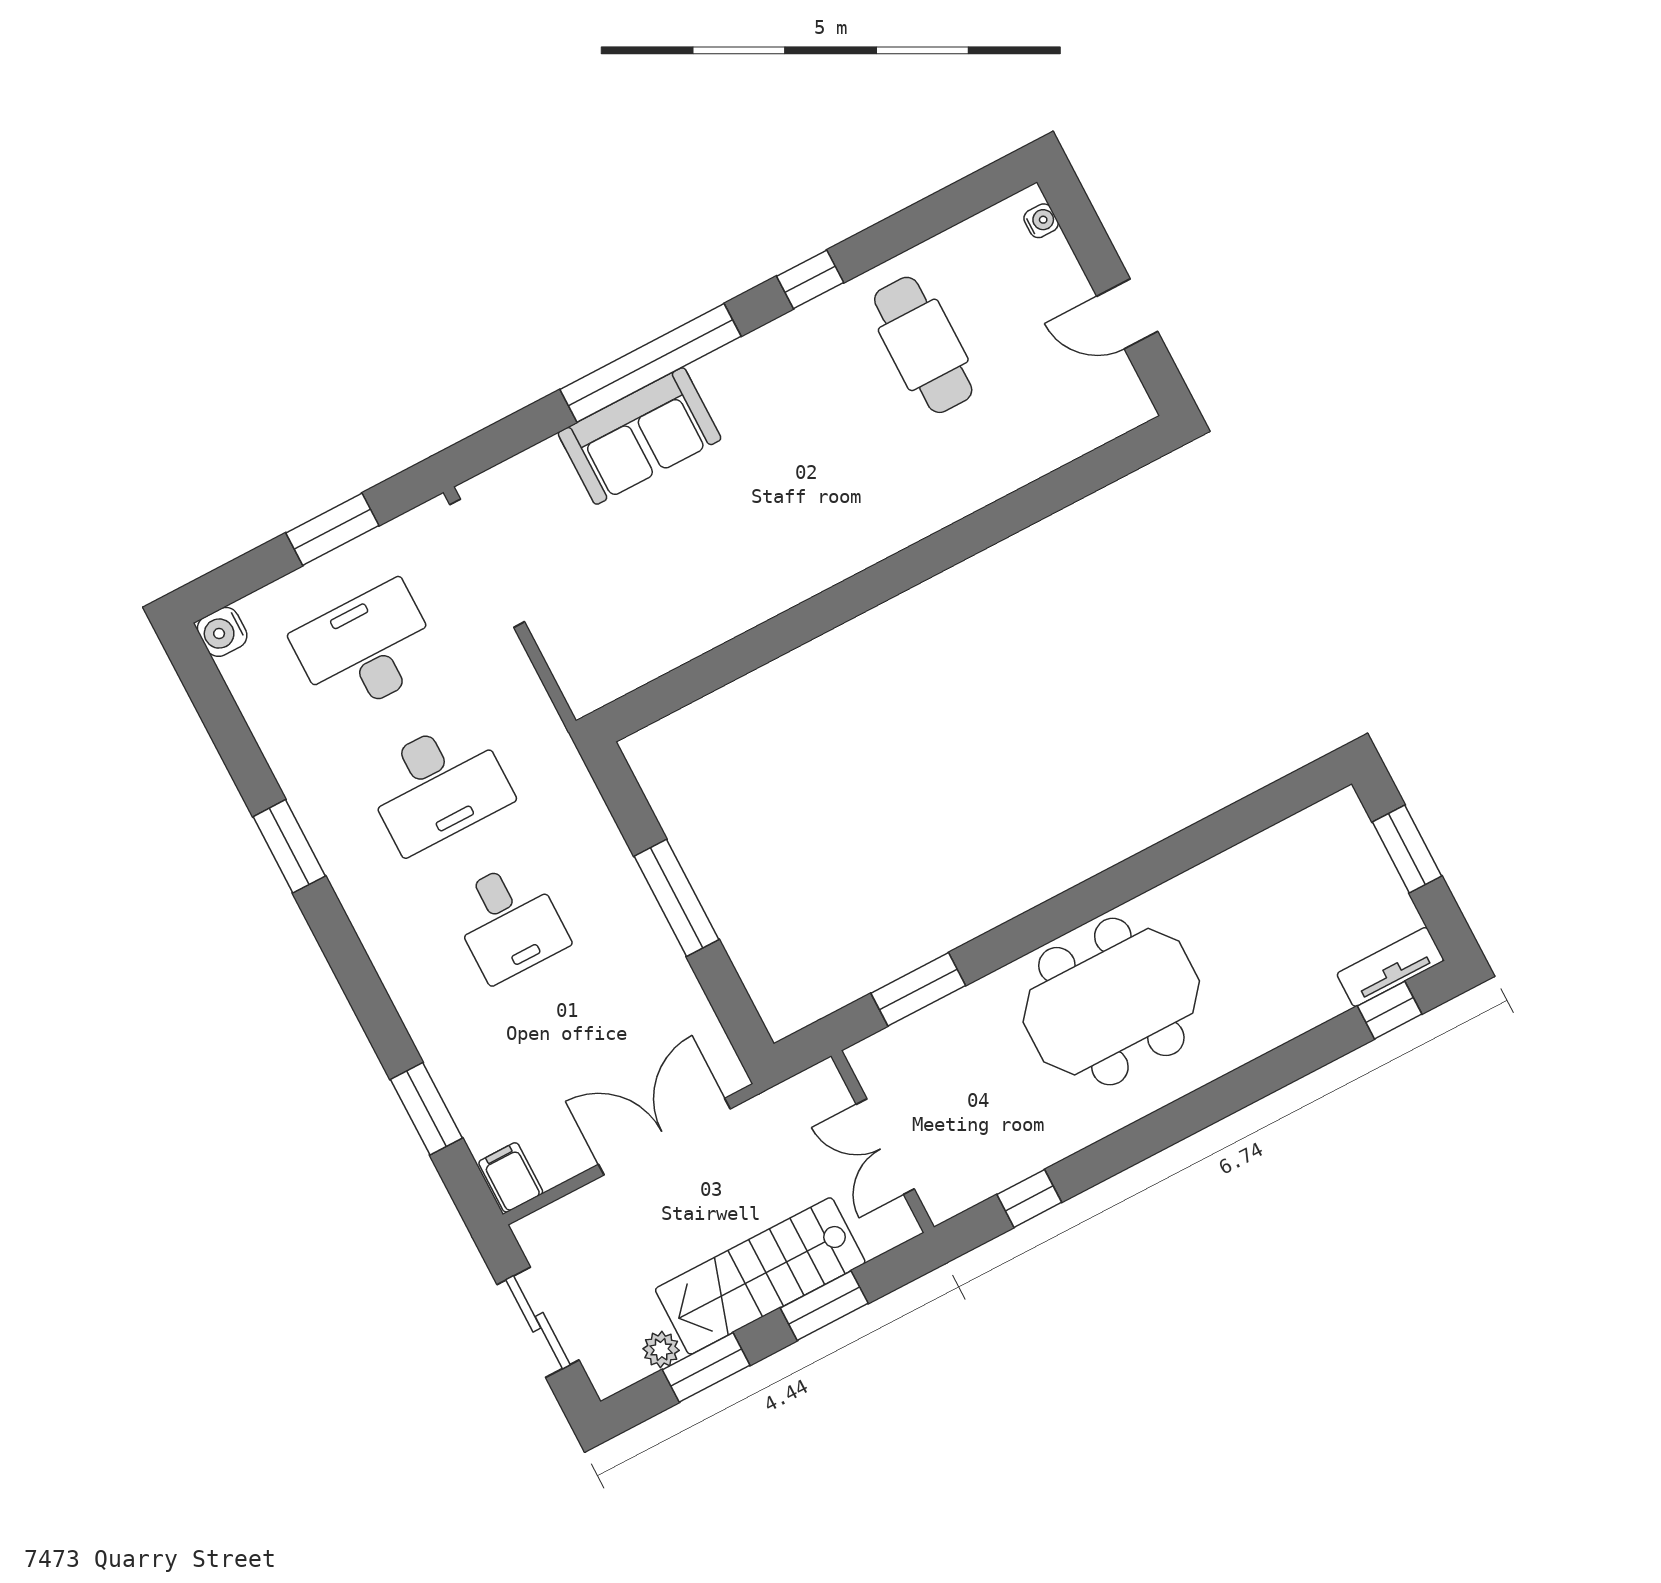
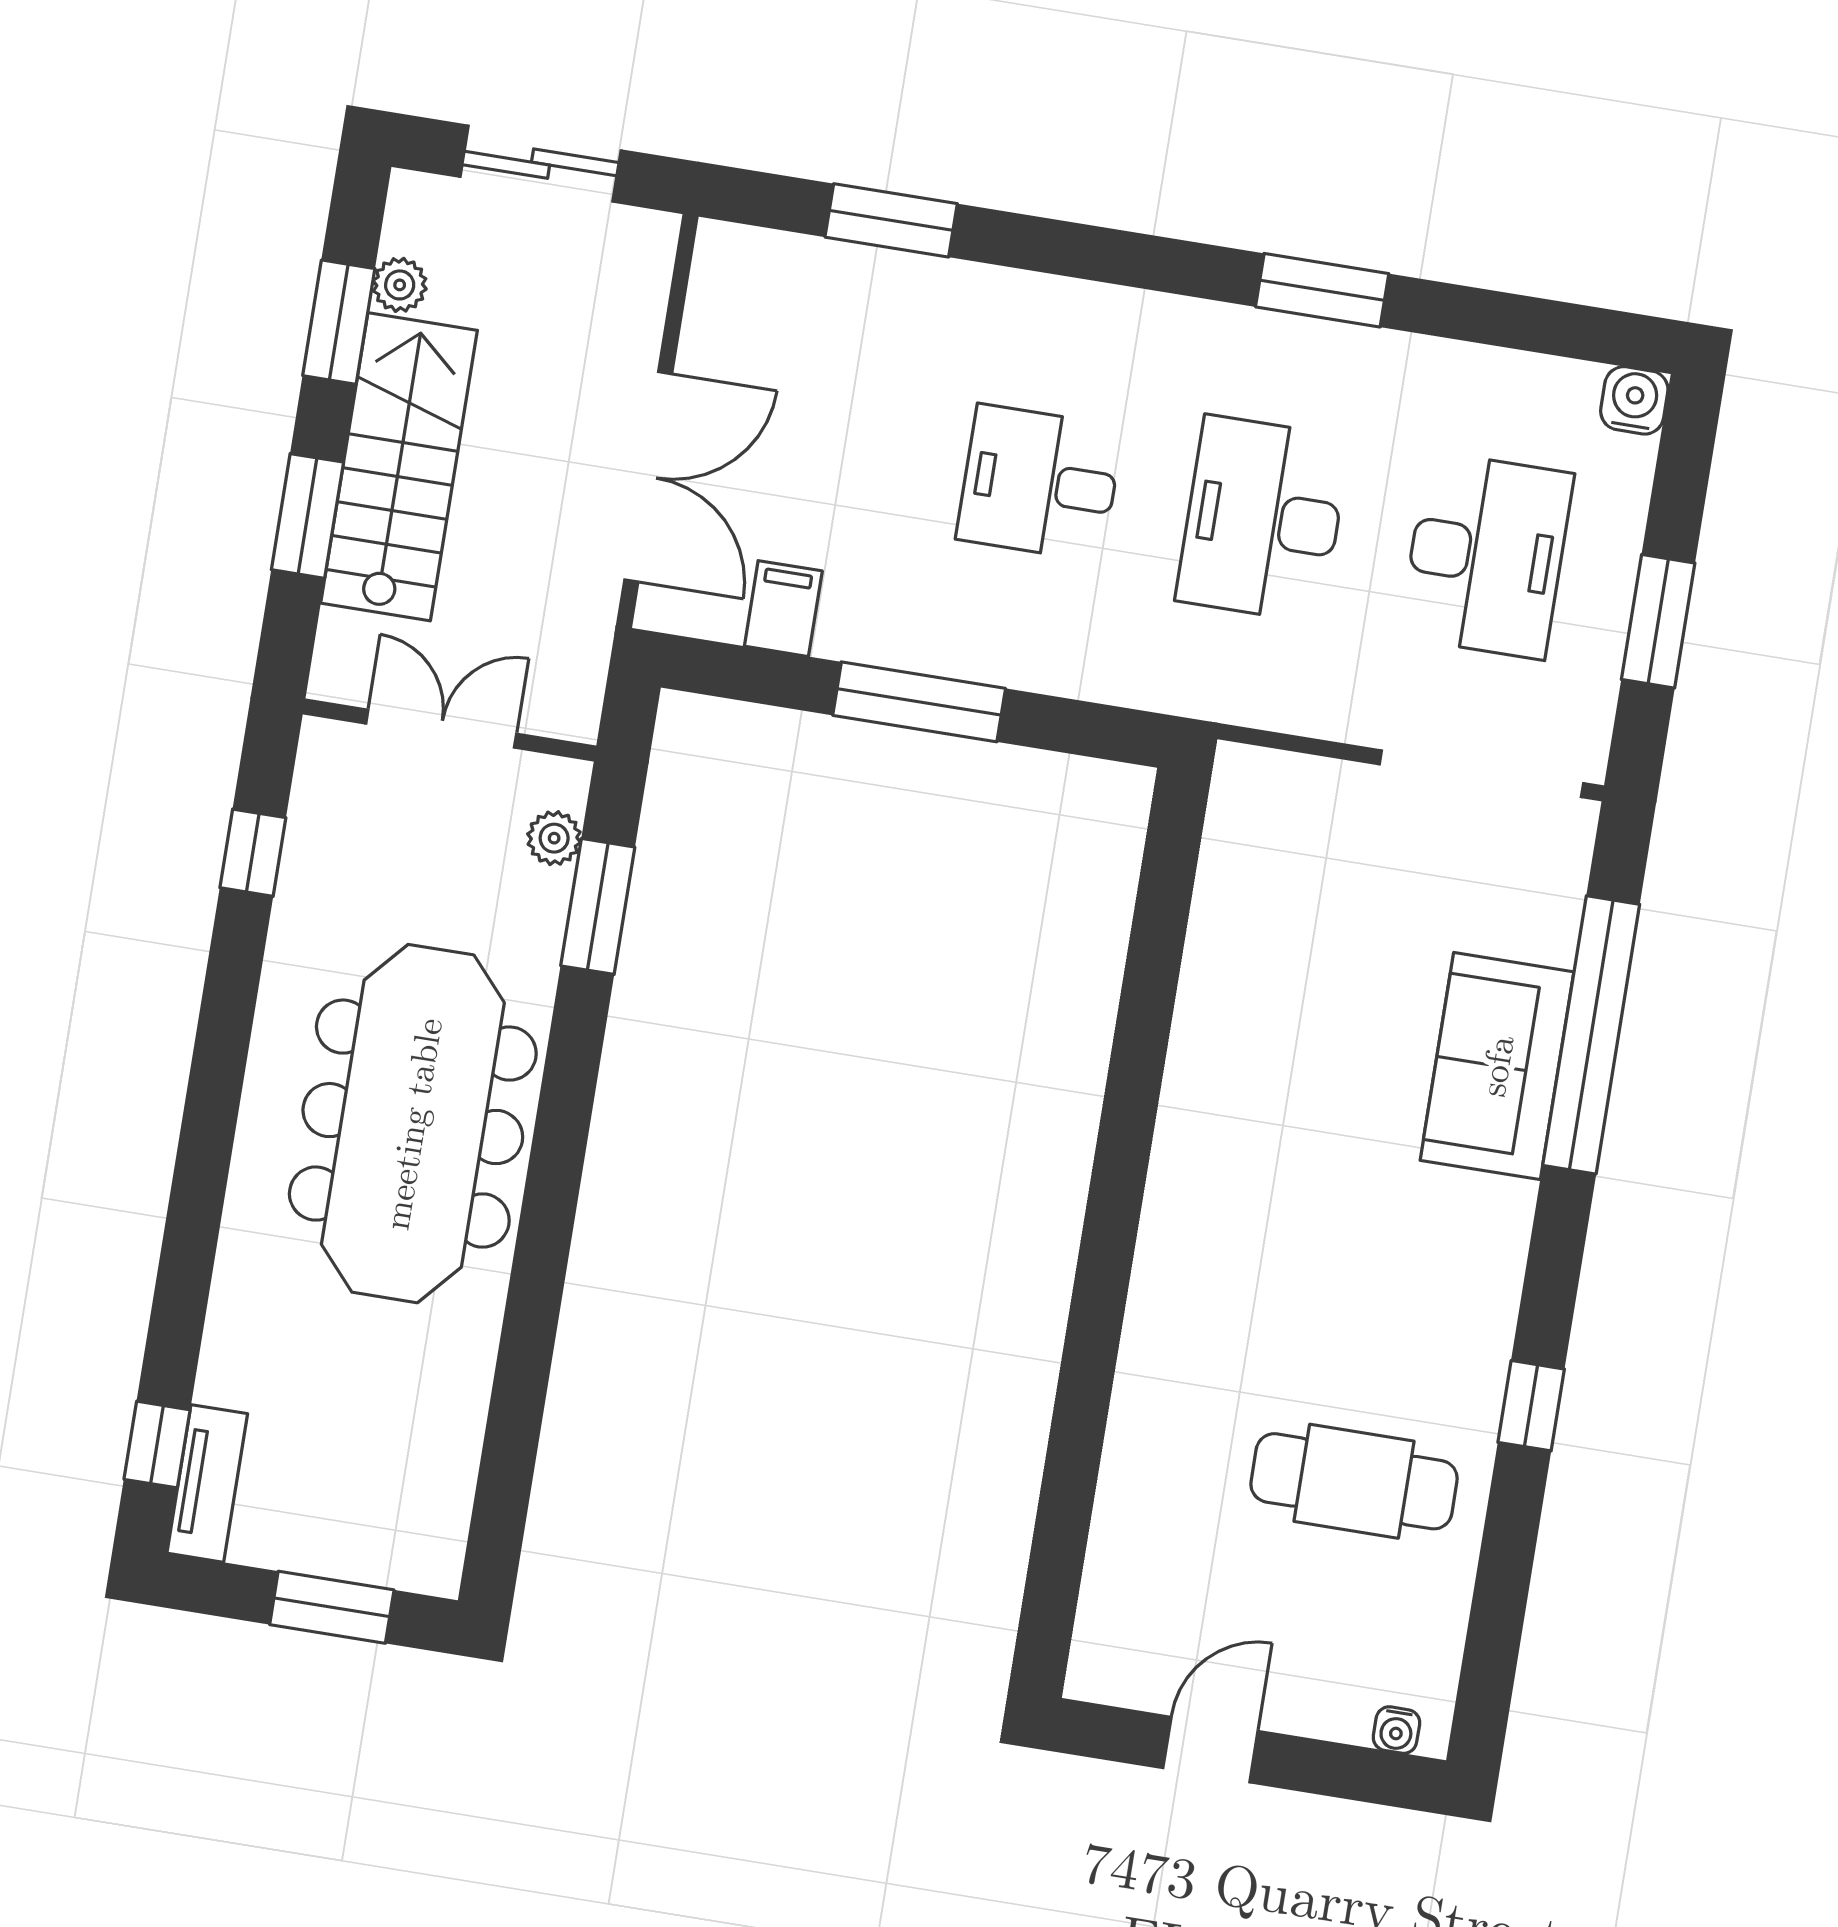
window: (651, 363) -> (1591, 1035), moved
meeting table: (1111, 1002) -> (413, 1124), width x1.36
plant: (899, 1041) -> (554, 838), added
filing cabinet: (511, 1177) -> (783, 609), moved, turned -90

